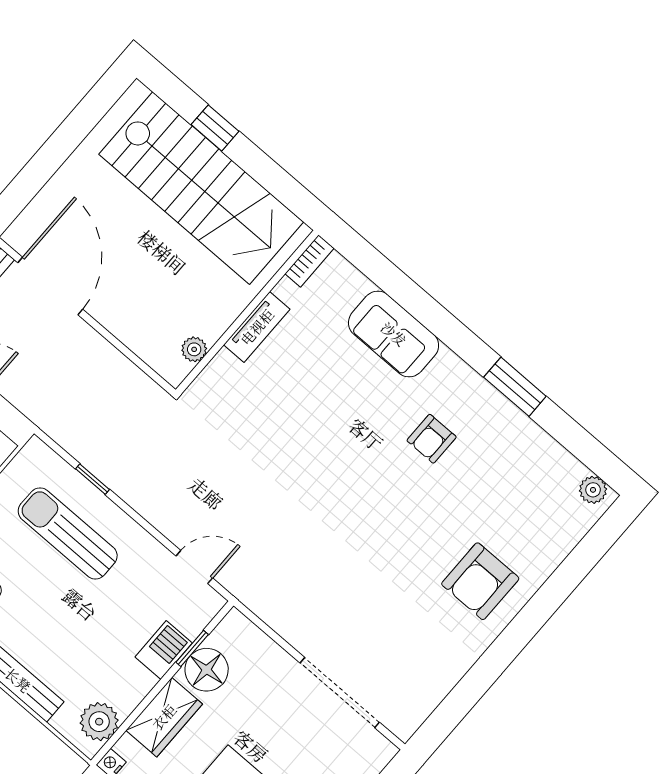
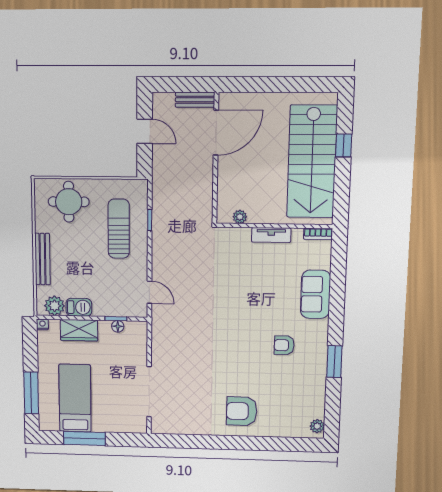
barbecue: (164, 650) -> (79, 307), moved
floor lamp: (207, 670) -> (118, 326), width x0.53, depth x0.53

